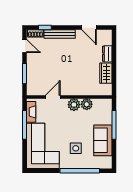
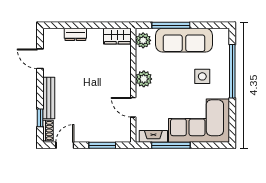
door: (89, 27) -> (40, 59), swing flipped
wardrobe: (106, 73) -> (117, 36), moved
plant: (87, 104) -> (143, 40), moved
sofa: (103, 140) -> (184, 40), width x1.36

